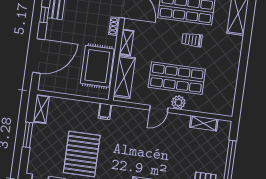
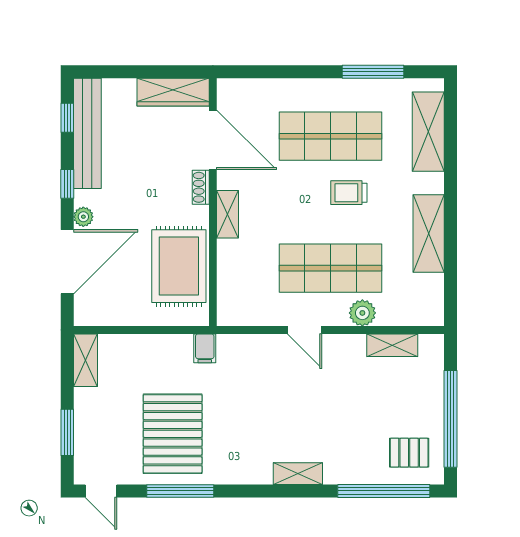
plant: (50, 33) -> (83, 217), added
shelving: (124, 77) -> (429, 233), moved
plant: (178, 102) -> (362, 313), moved
door: (159, 109) -> (305, 330), hinge flipped
window: (28, 135) -> (67, 432), moved

